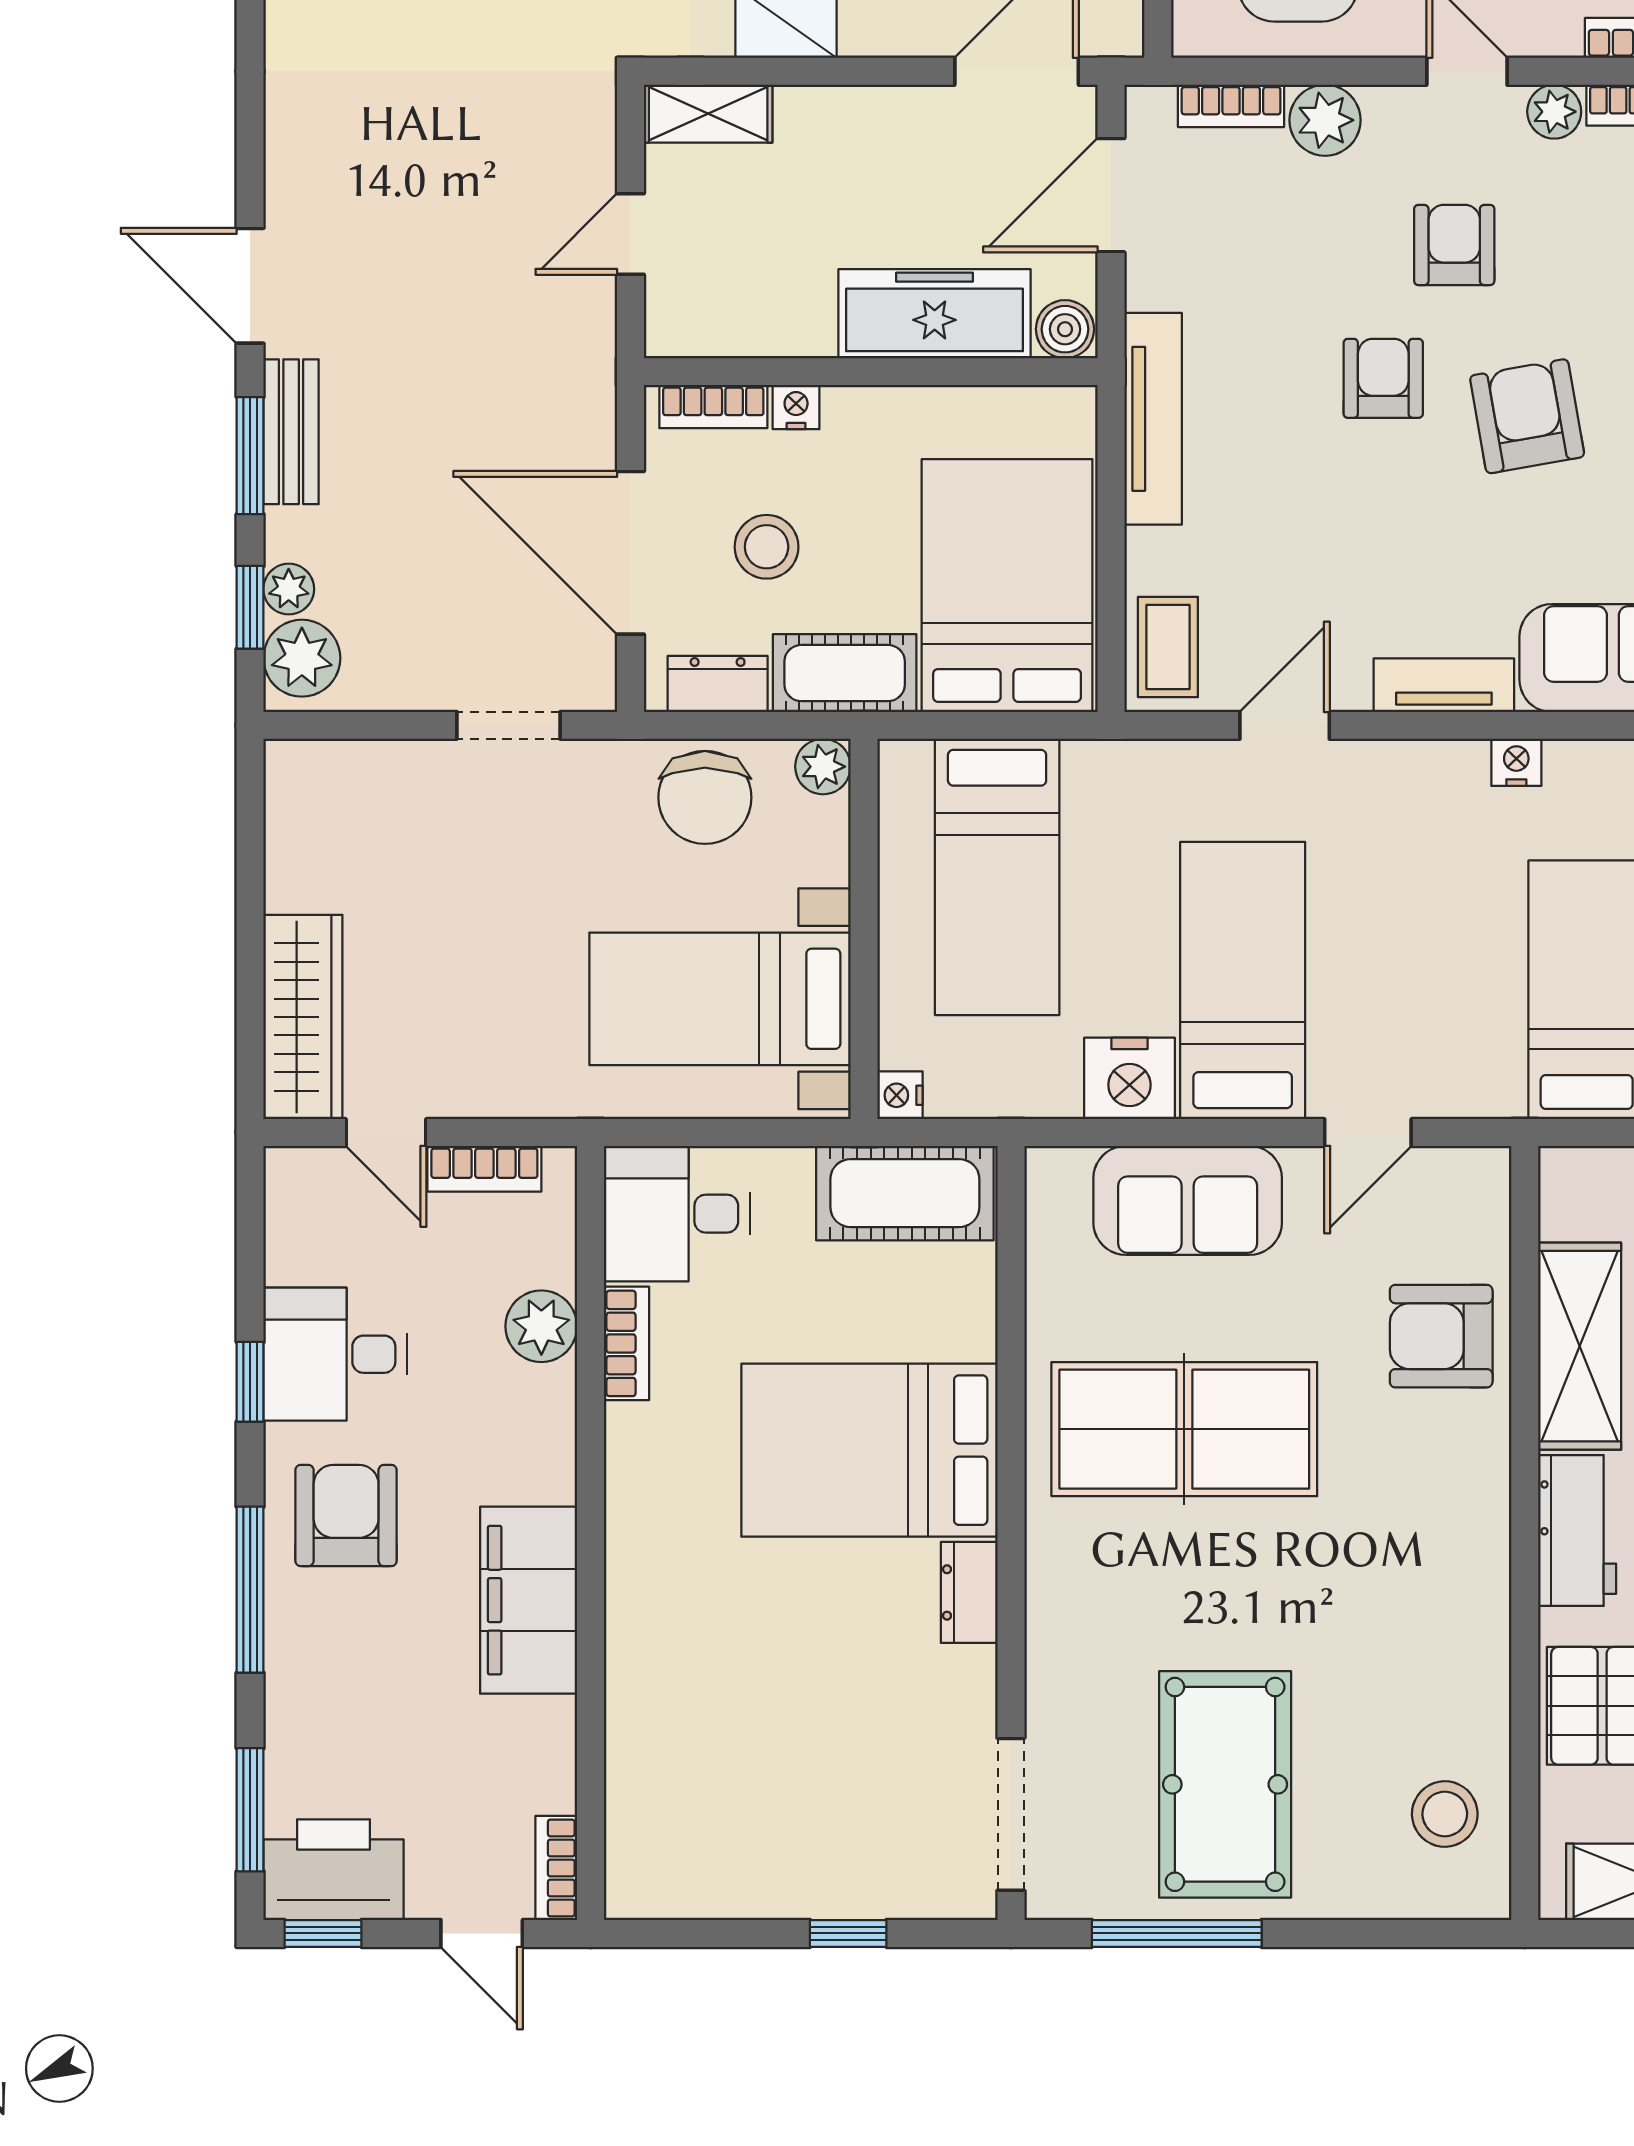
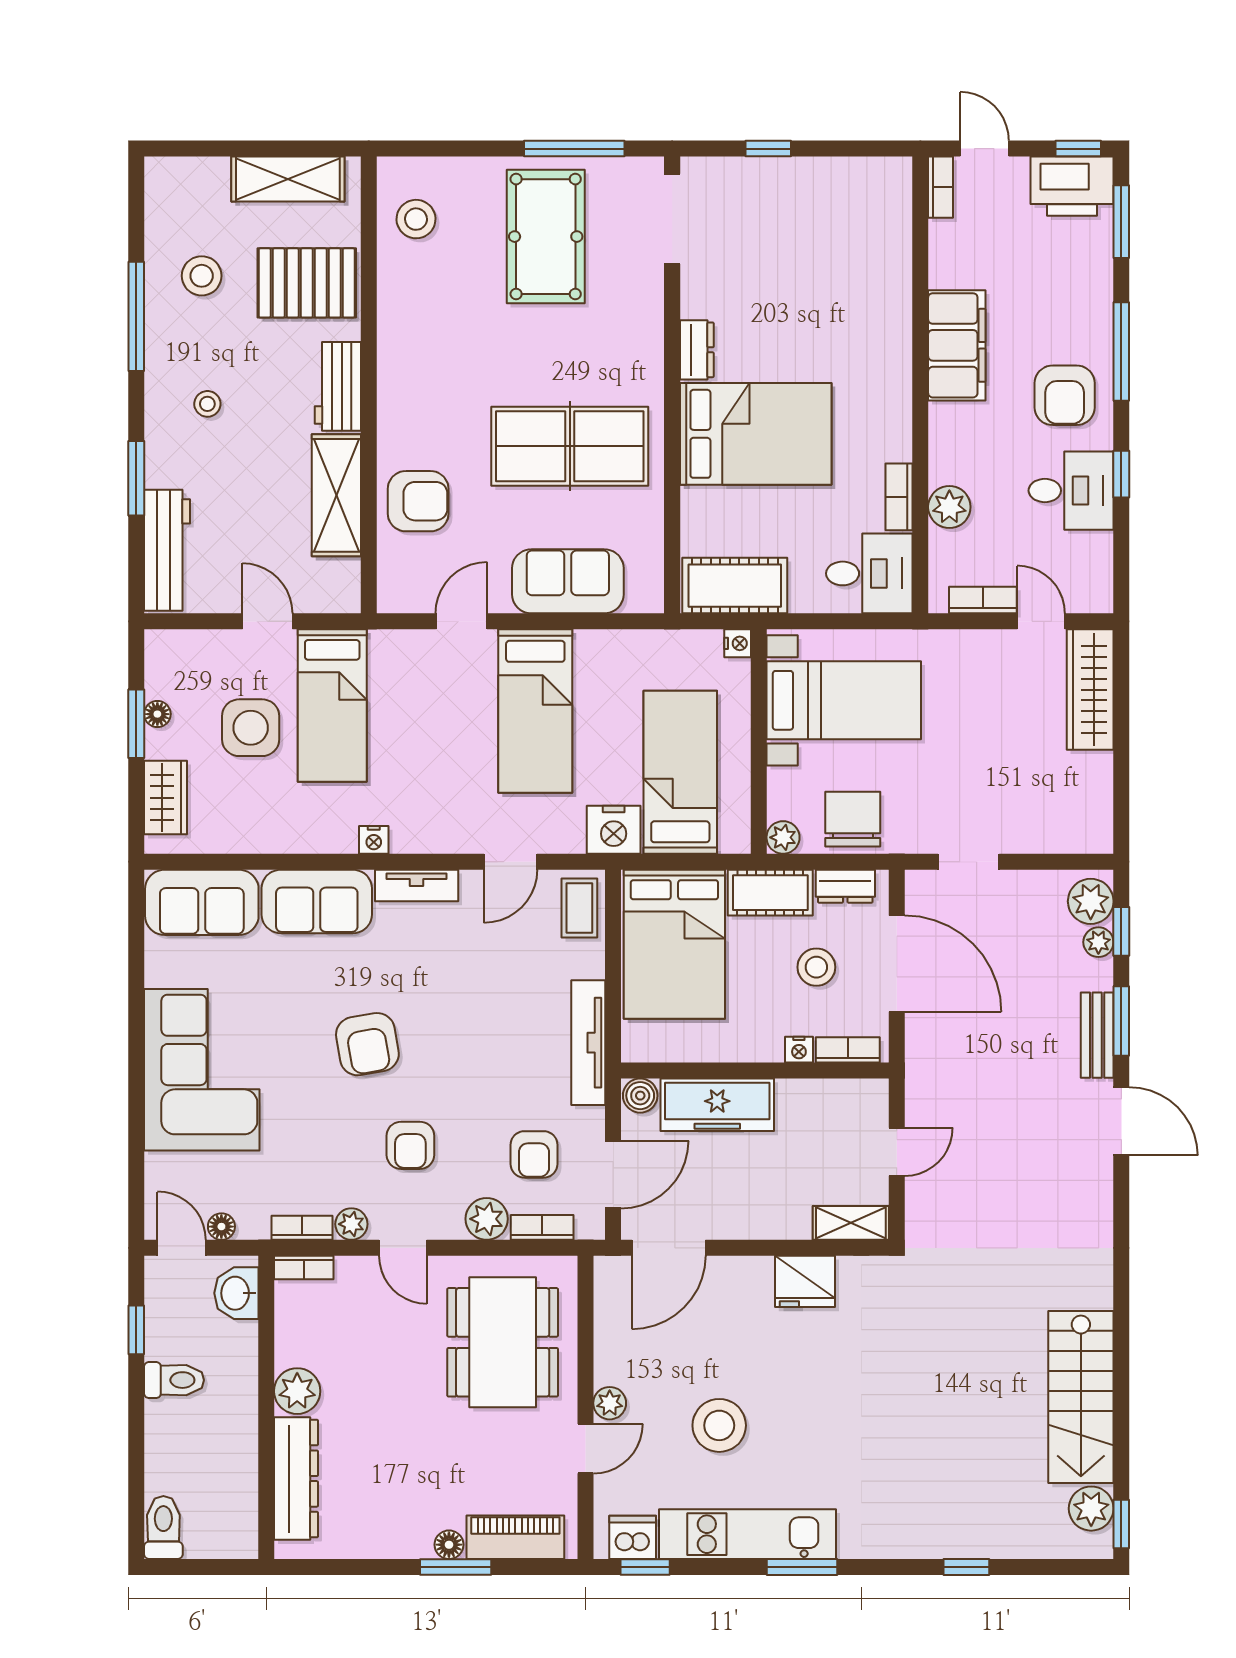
armchair: (1383, 378) -> (534, 1154), moved
nightstand: (1130, 1078) -> (614, 830), moved, turned 180

